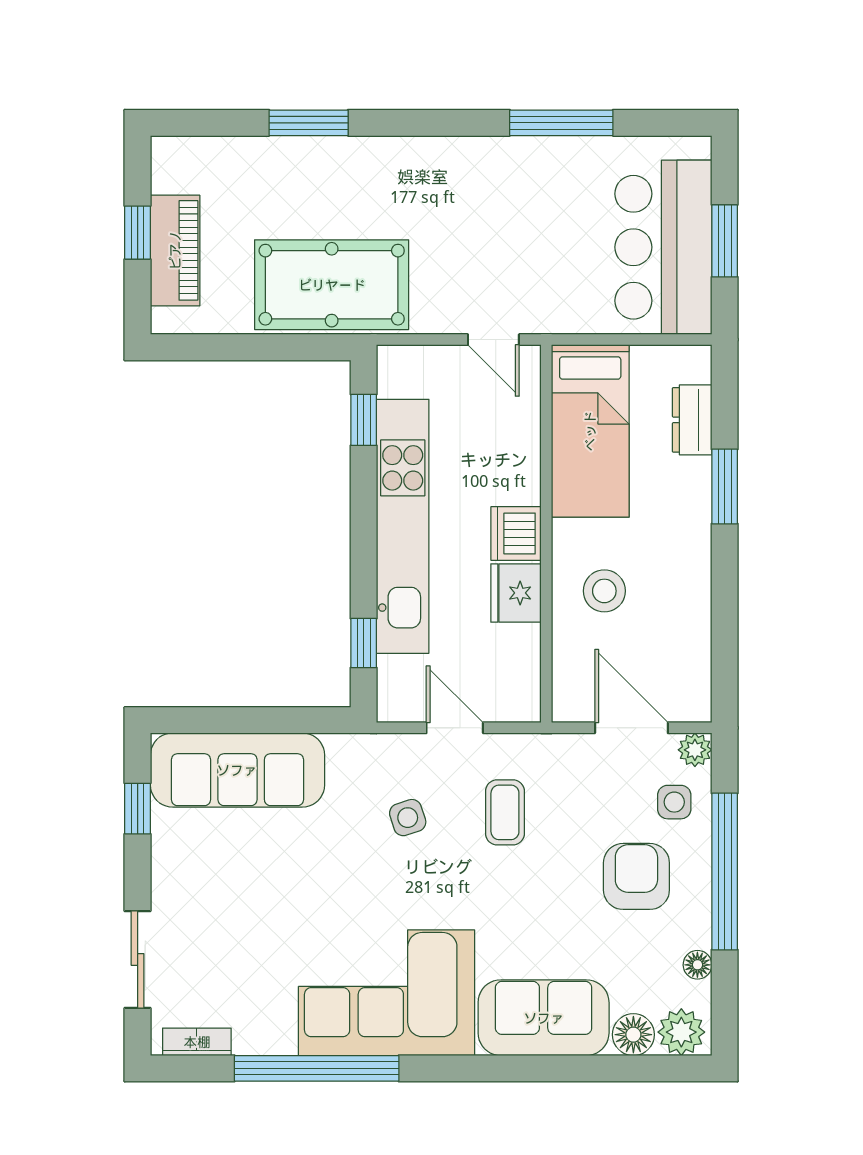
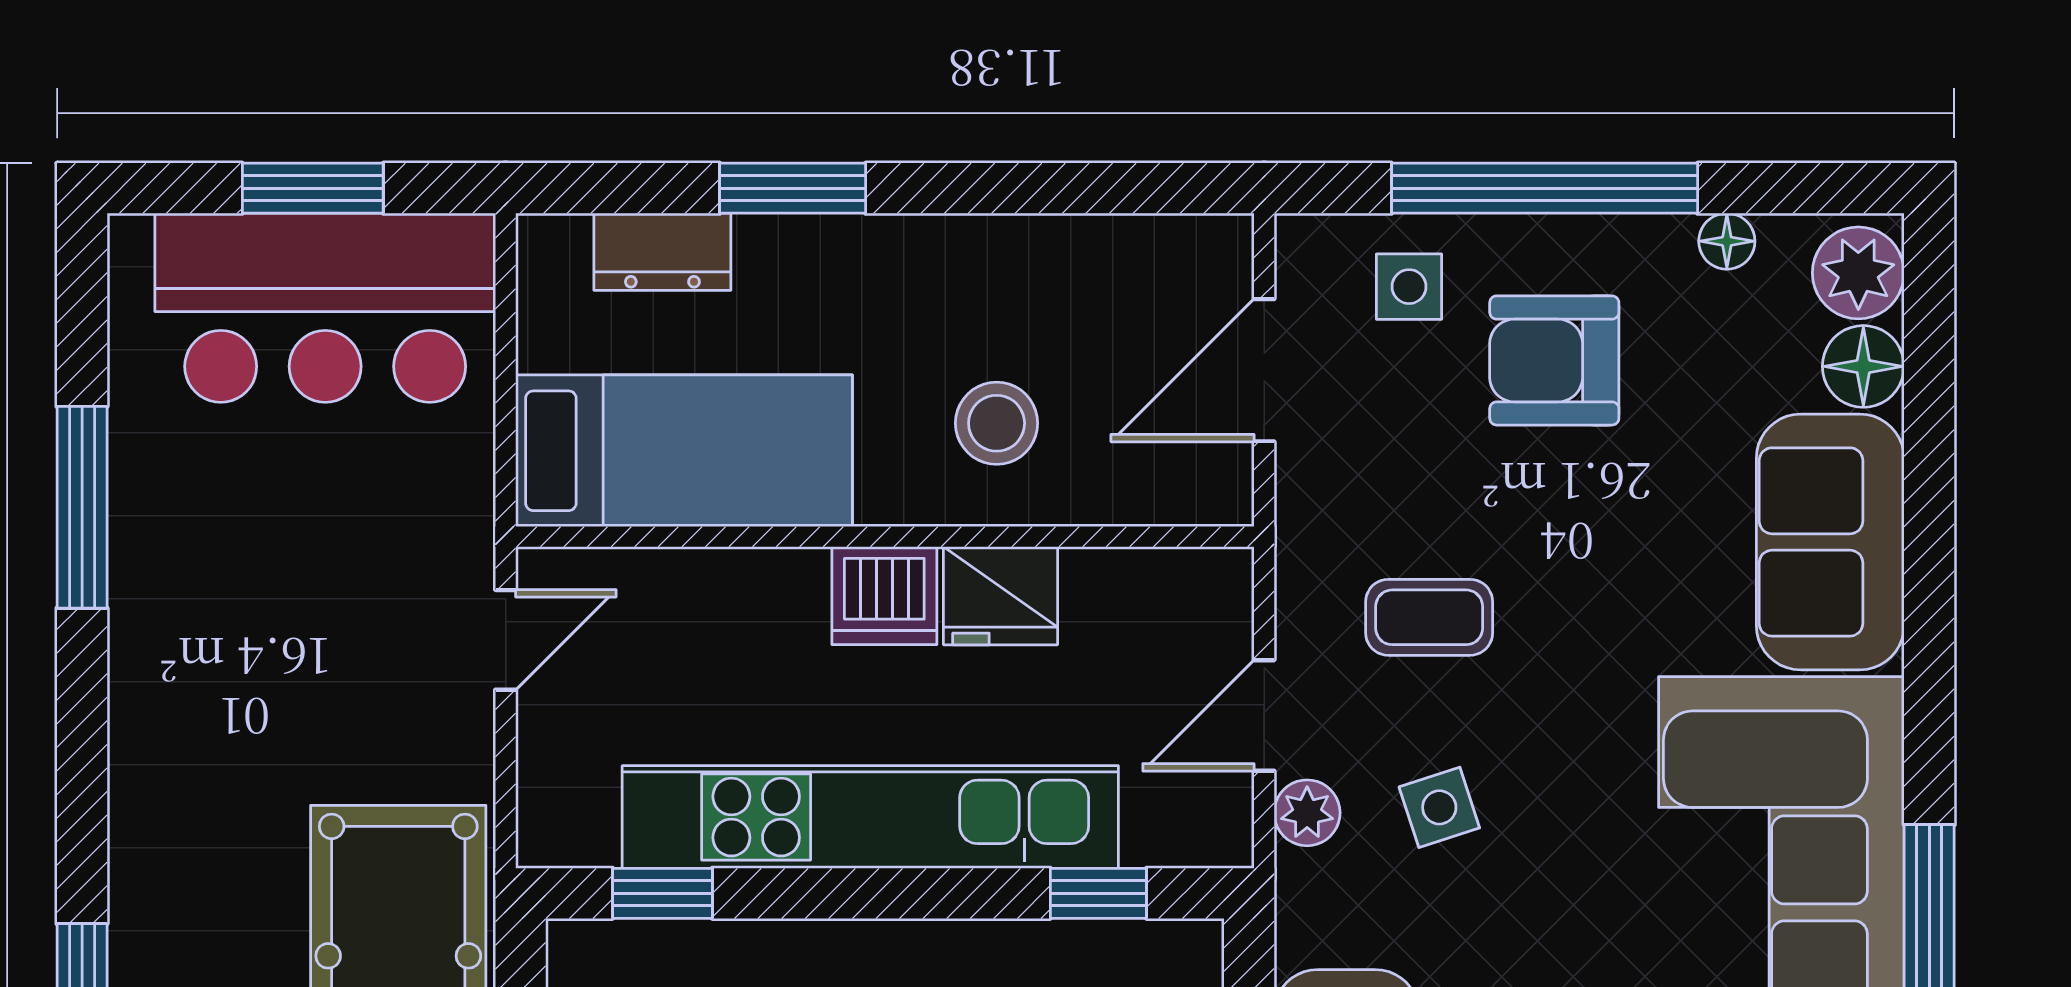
plant: (695, 750) -> (1307, 813), moved

